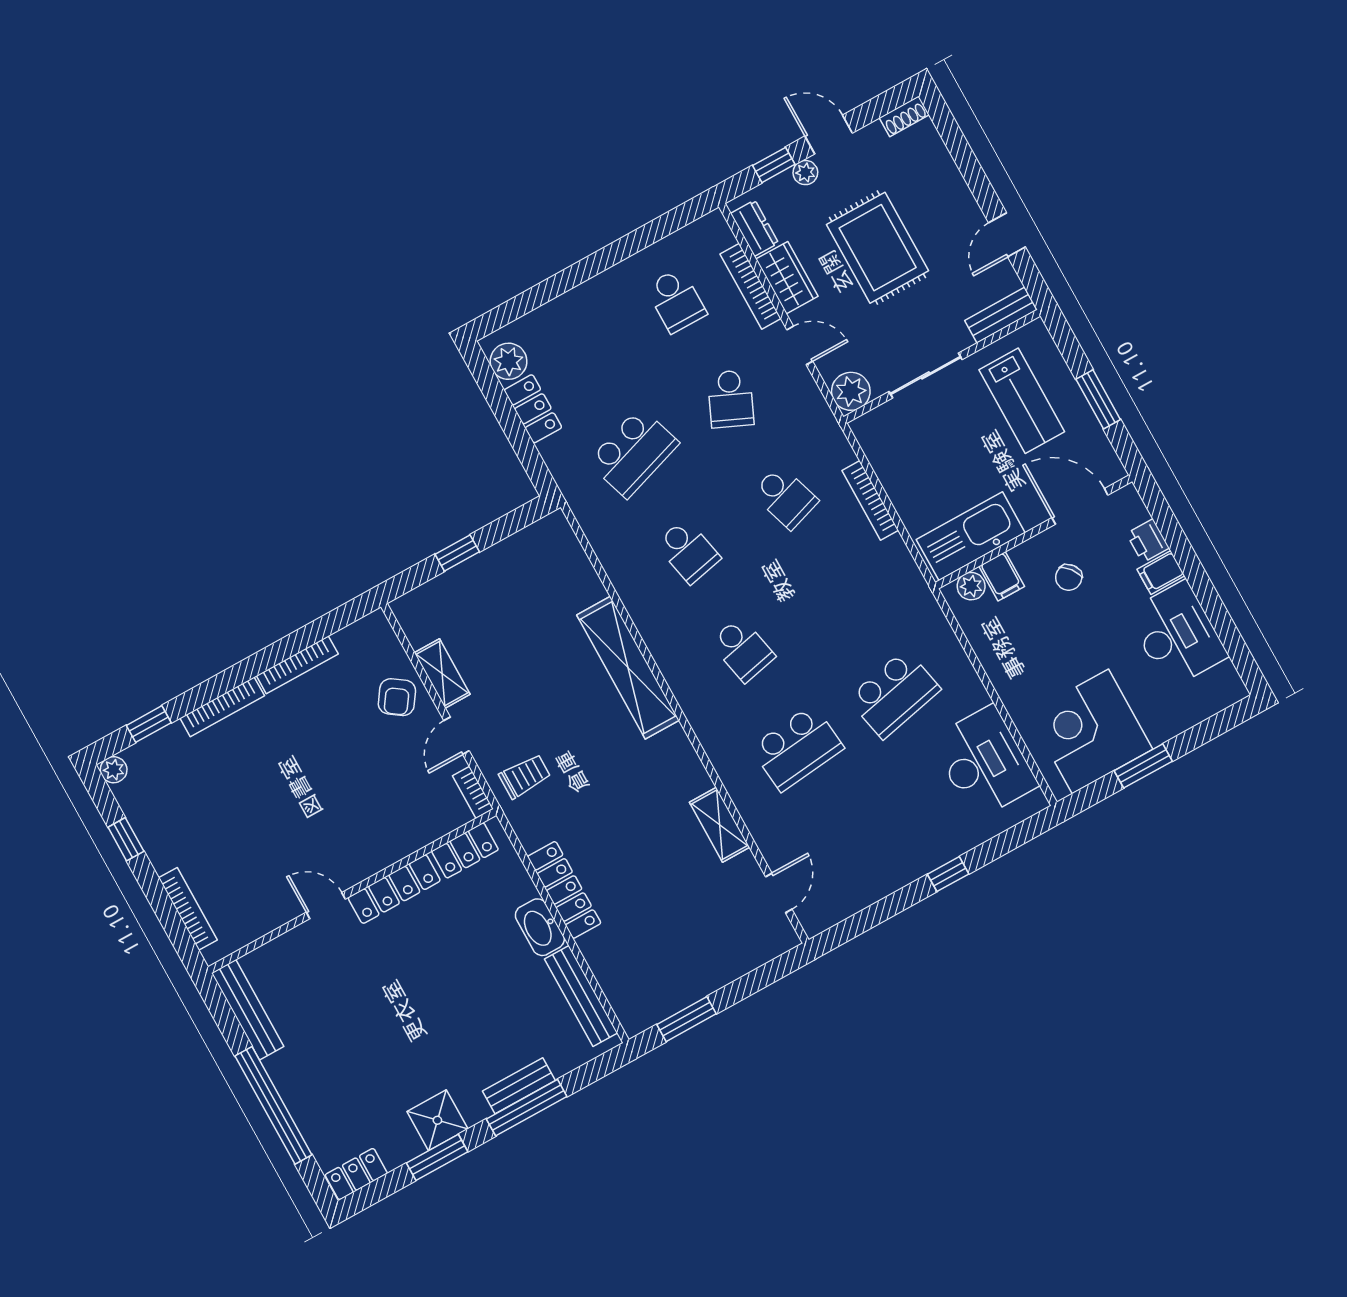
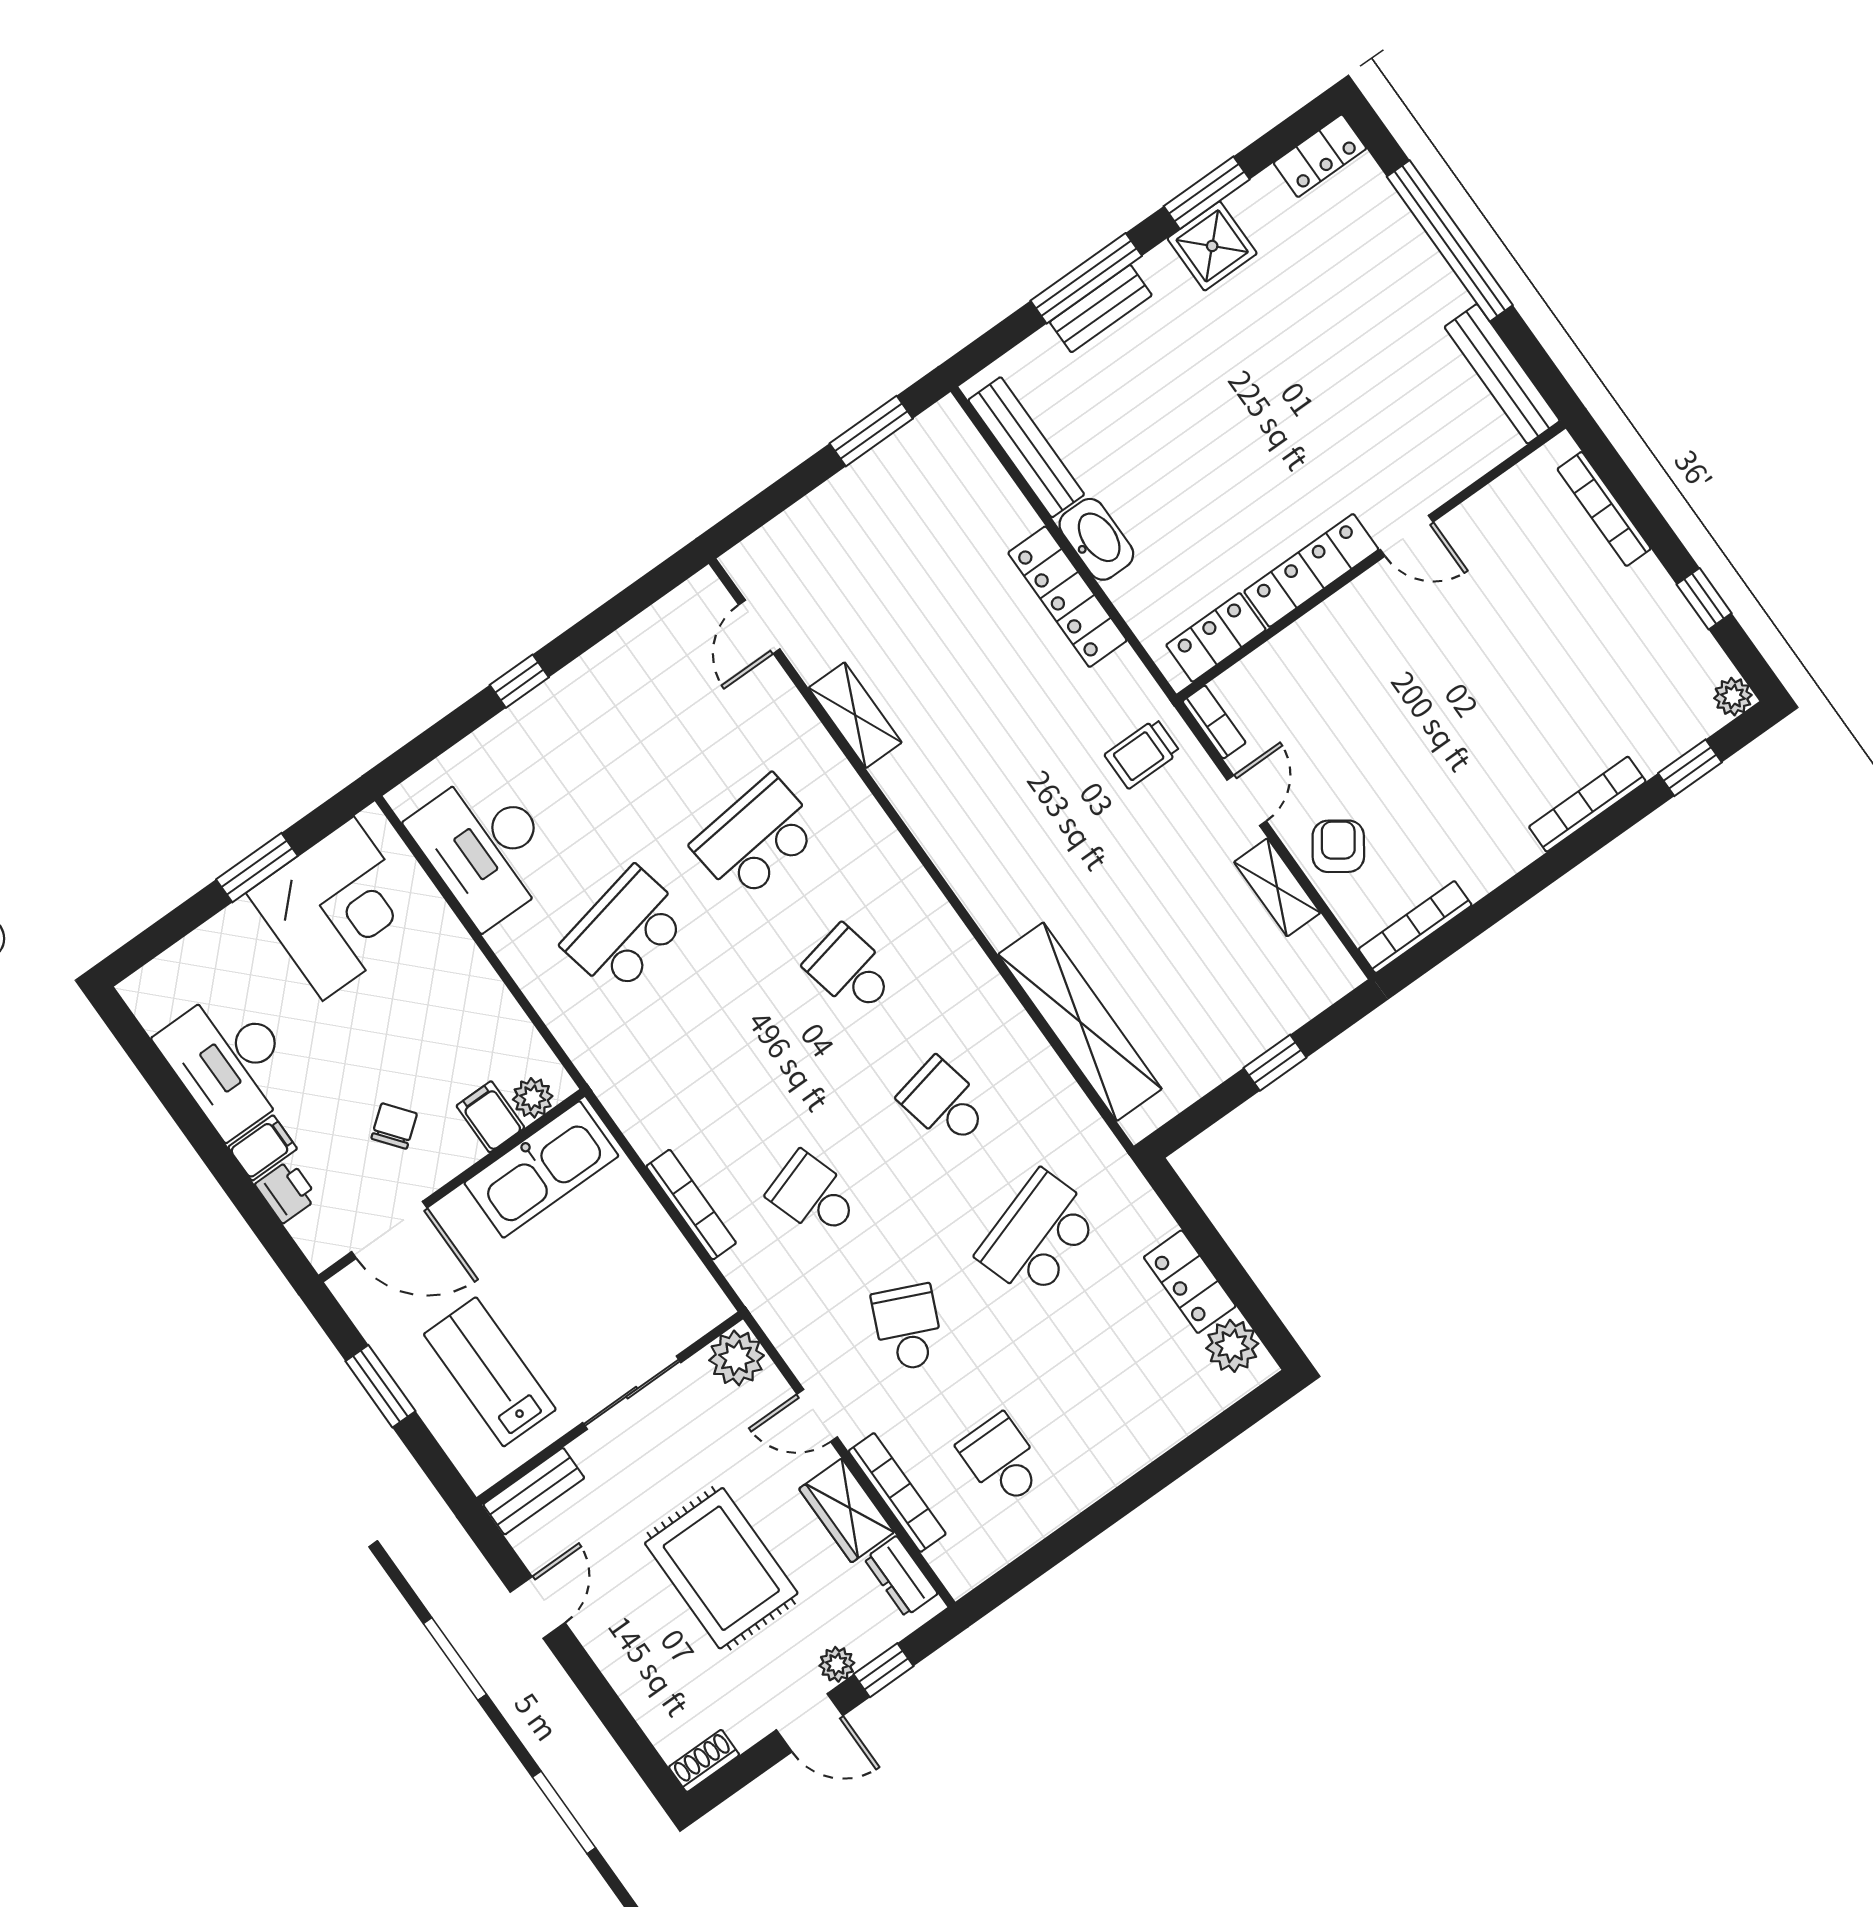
bookcase: (297, 665) -> (1415, 927), moved
shelving: (628, 668) -> (1080, 1022), moved

